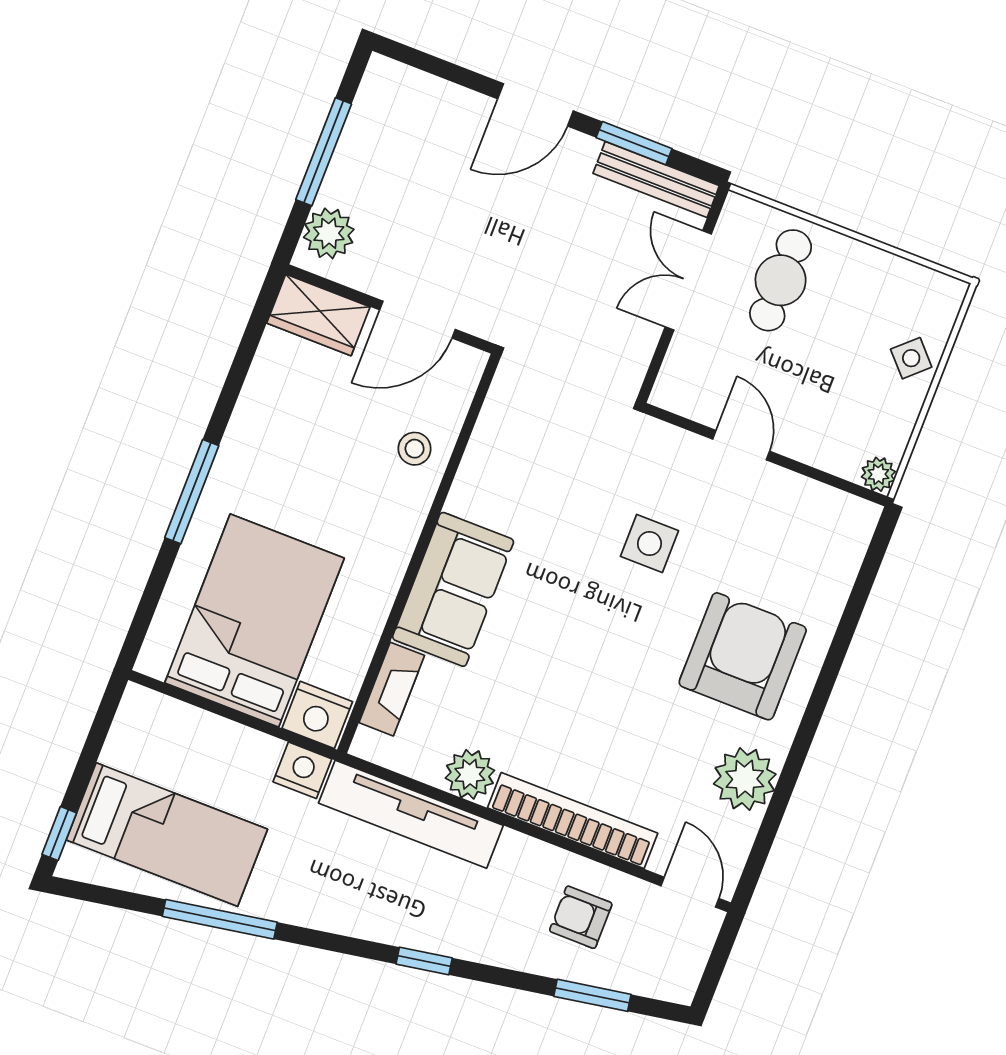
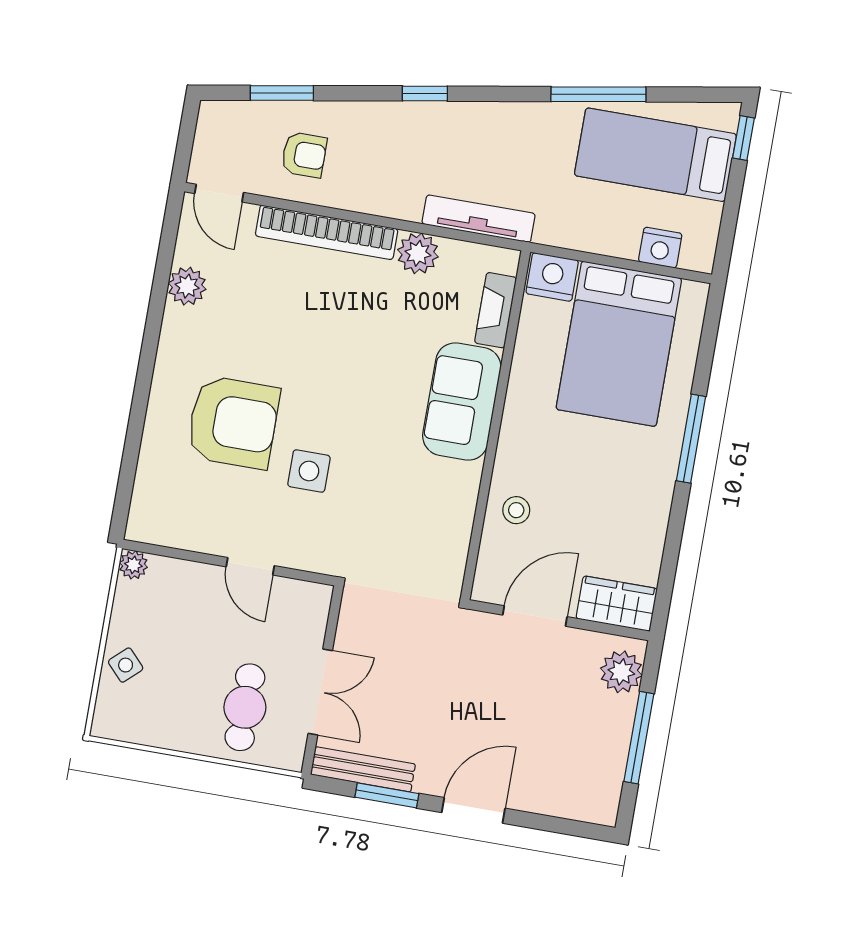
armchair: (743, 656) -> (233, 422), moved, turned -90
nightstand: (302, 770) -> (660, 248), moved
plant: (745, 779) -> (187, 286), width x0.73, depth x0.73
tv unit: (411, 814) -> (479, 219), width x0.73, depth x0.78

